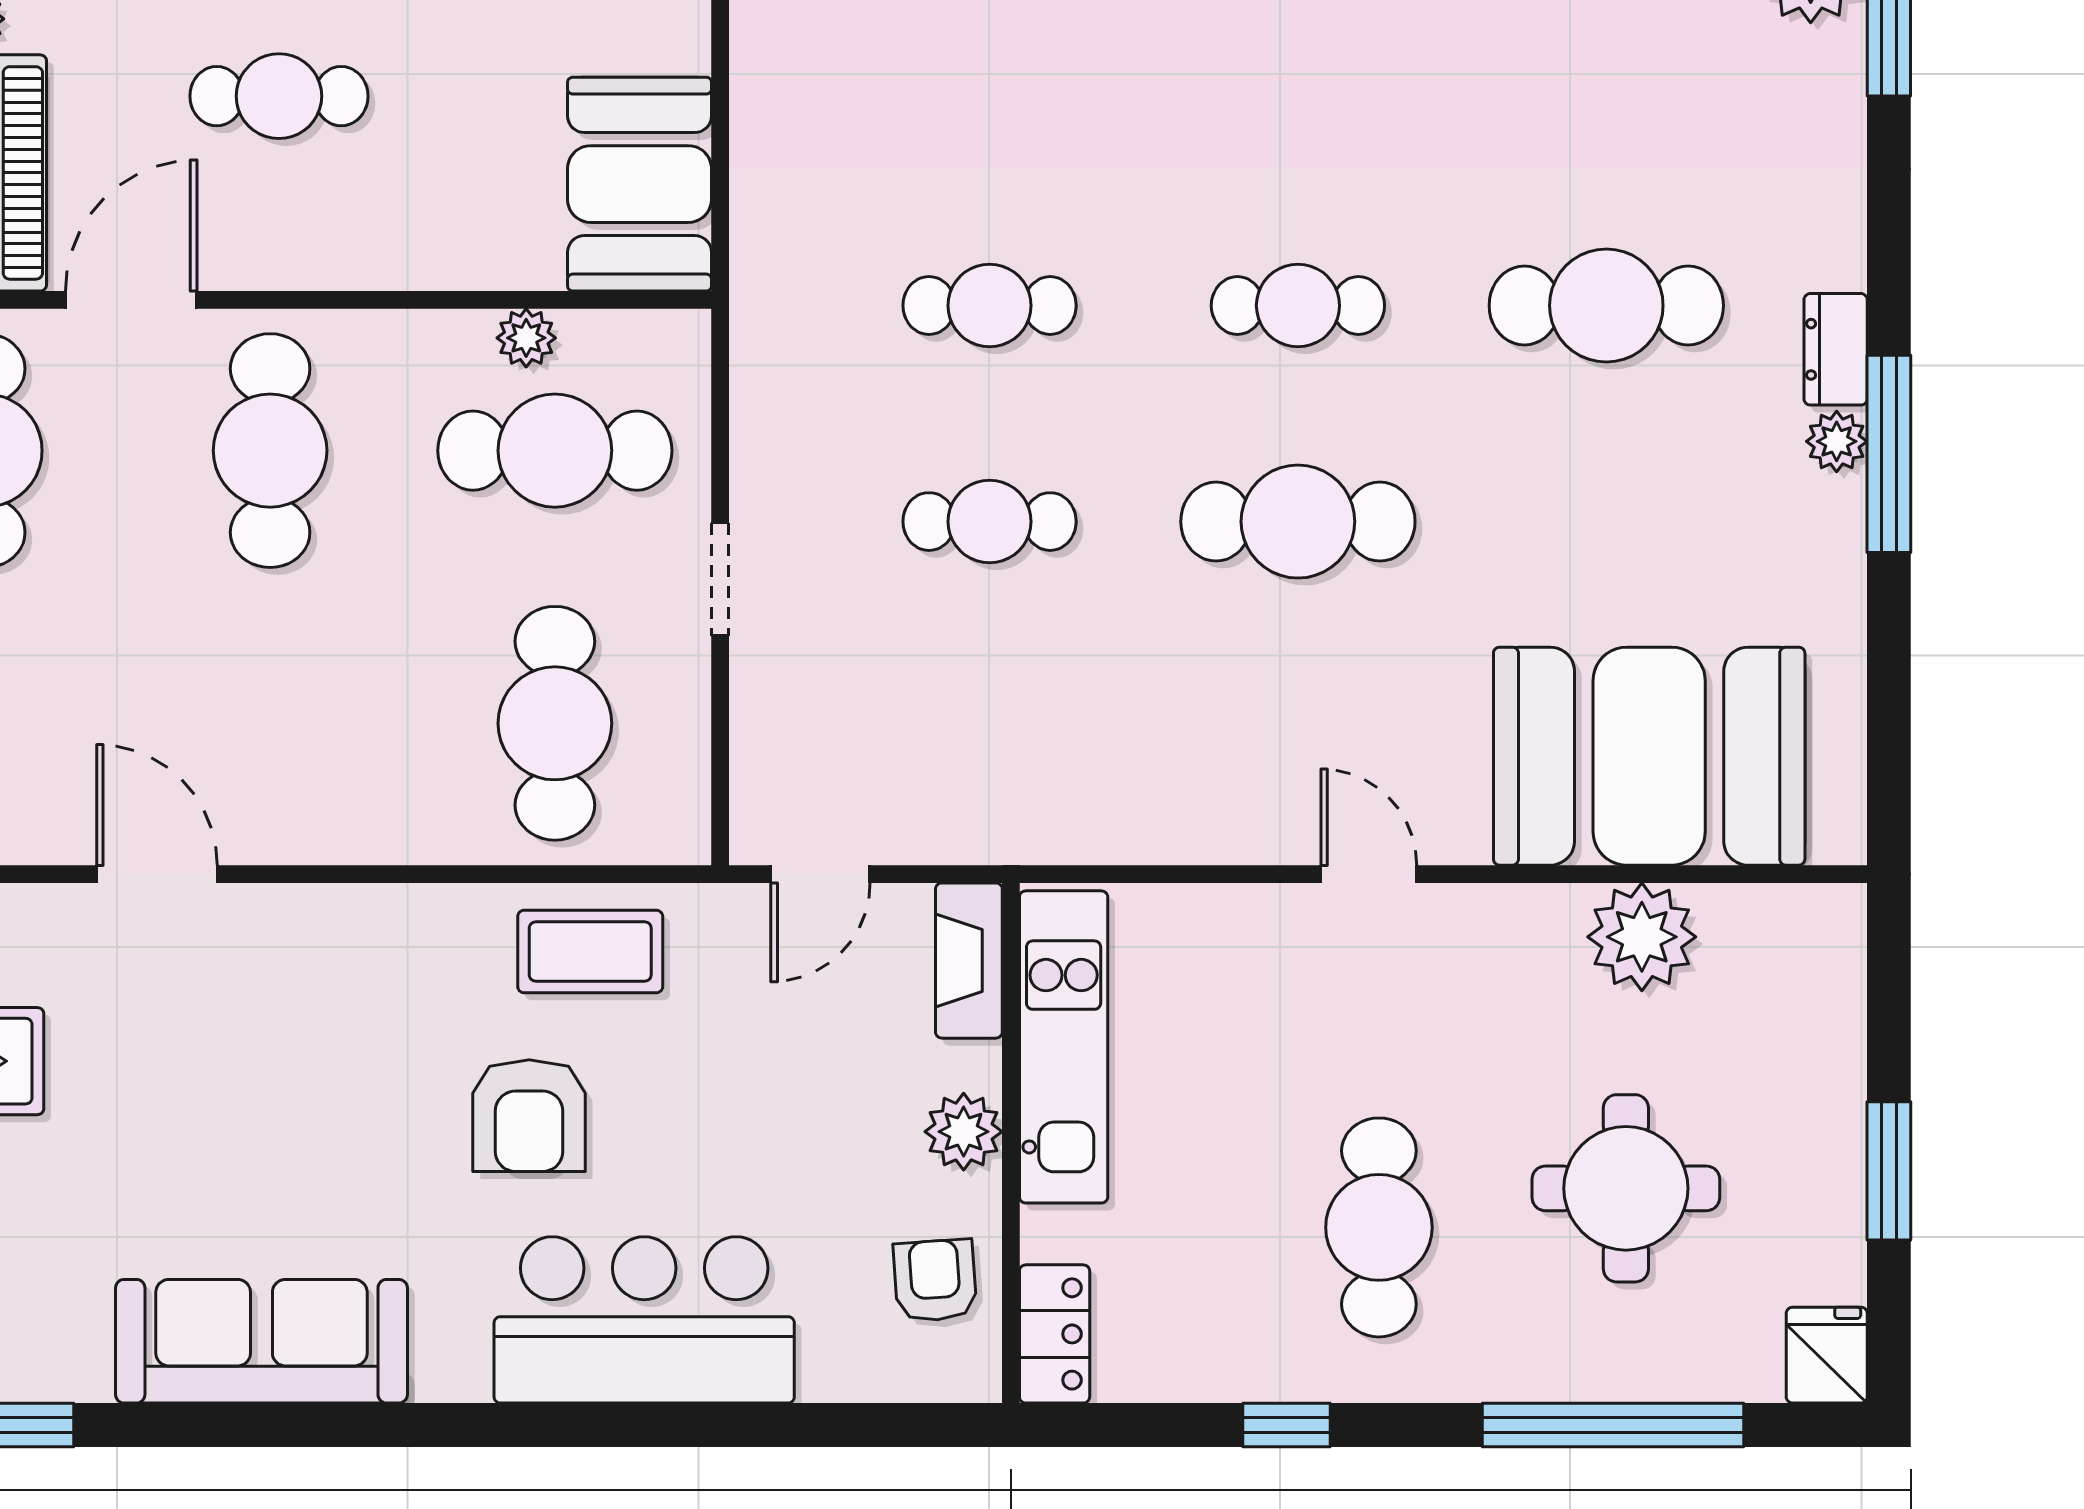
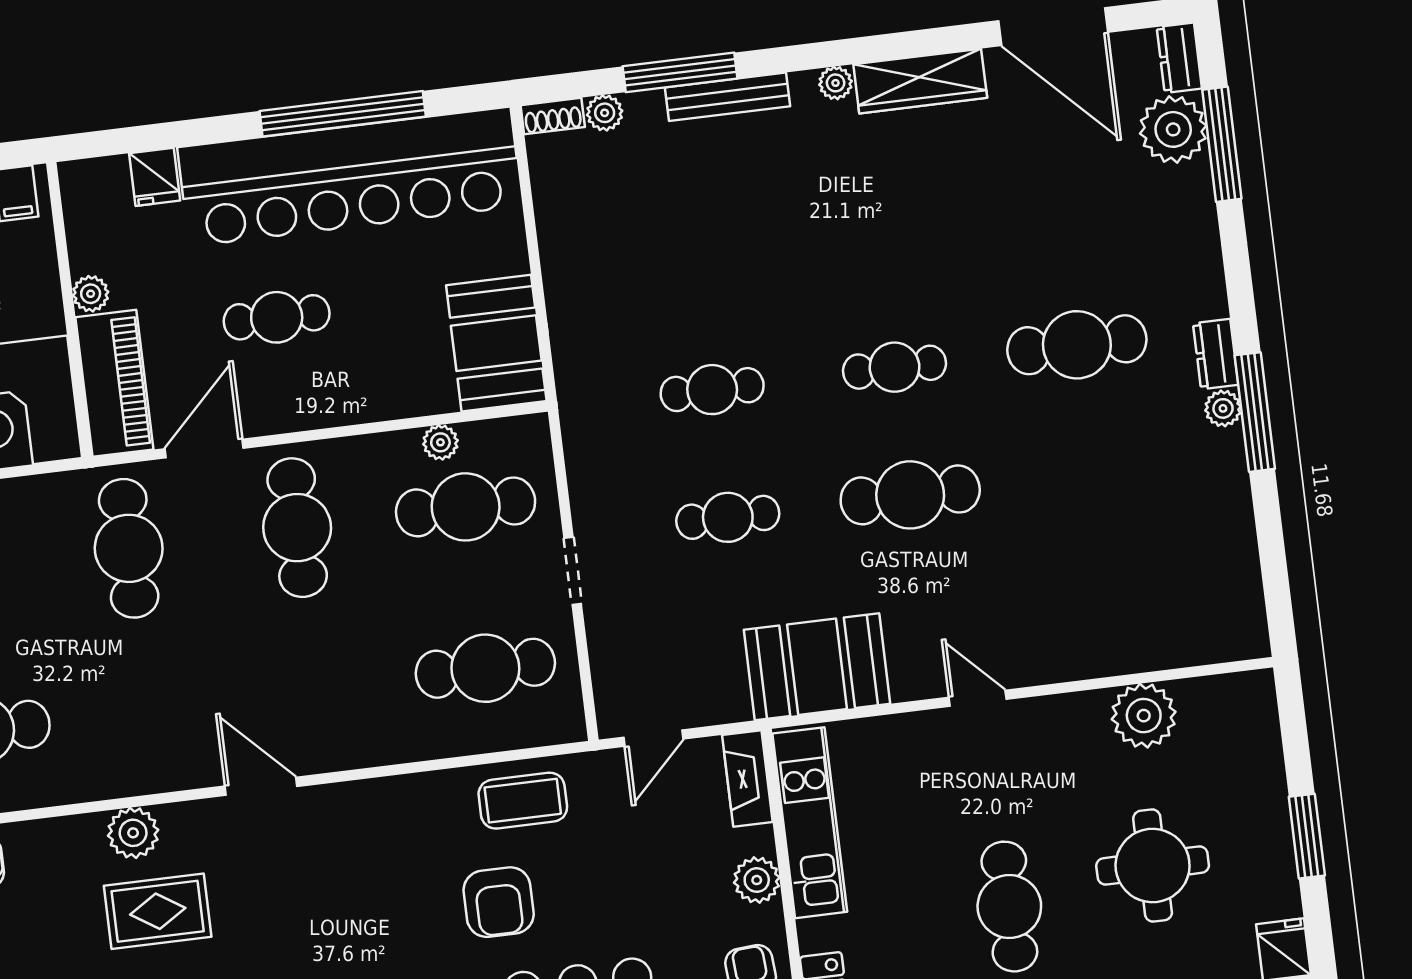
cafe table: (555, 723) -> (485, 668), turned 90
booth: (1649, 756) -> (817, 667), moved, width x0.73, depth x0.70

